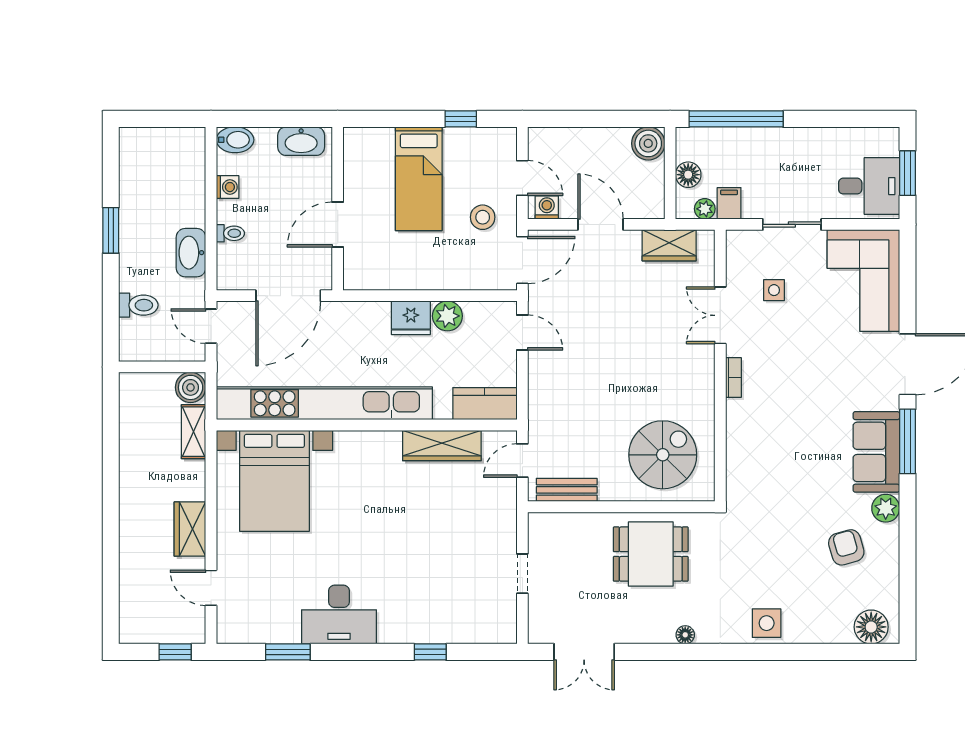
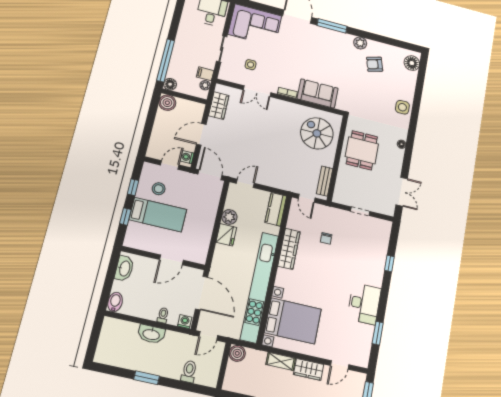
window: (400, 119) -> (125, 217), added
floor lamp: (688, 175) -> (170, 84), moved
washing machine: (228, 187) -> (185, 322), moved
stool: (483, 217) -> (159, 189), moved
door: (338, 225) -> (171, 260), hinge flipped
washbasin: (191, 253) -> (151, 334), moved
shelving: (194, 432) -> (281, 361), moved
wardrobe: (442, 445) -> (289, 249), moved
sofa: (876, 452) -> (318, 93), moved, turned 180
chair: (451, 515) -> (326, 238), added

